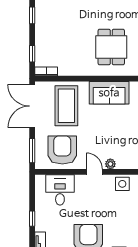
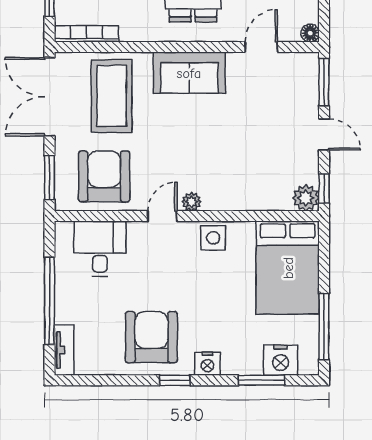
bookcase: (46, 71) -> (86, 34), width x1.56
door: (94, 172) -> (162, 216), hinge flipped
window: (32, 219) -> (49, 301), width x3.17

